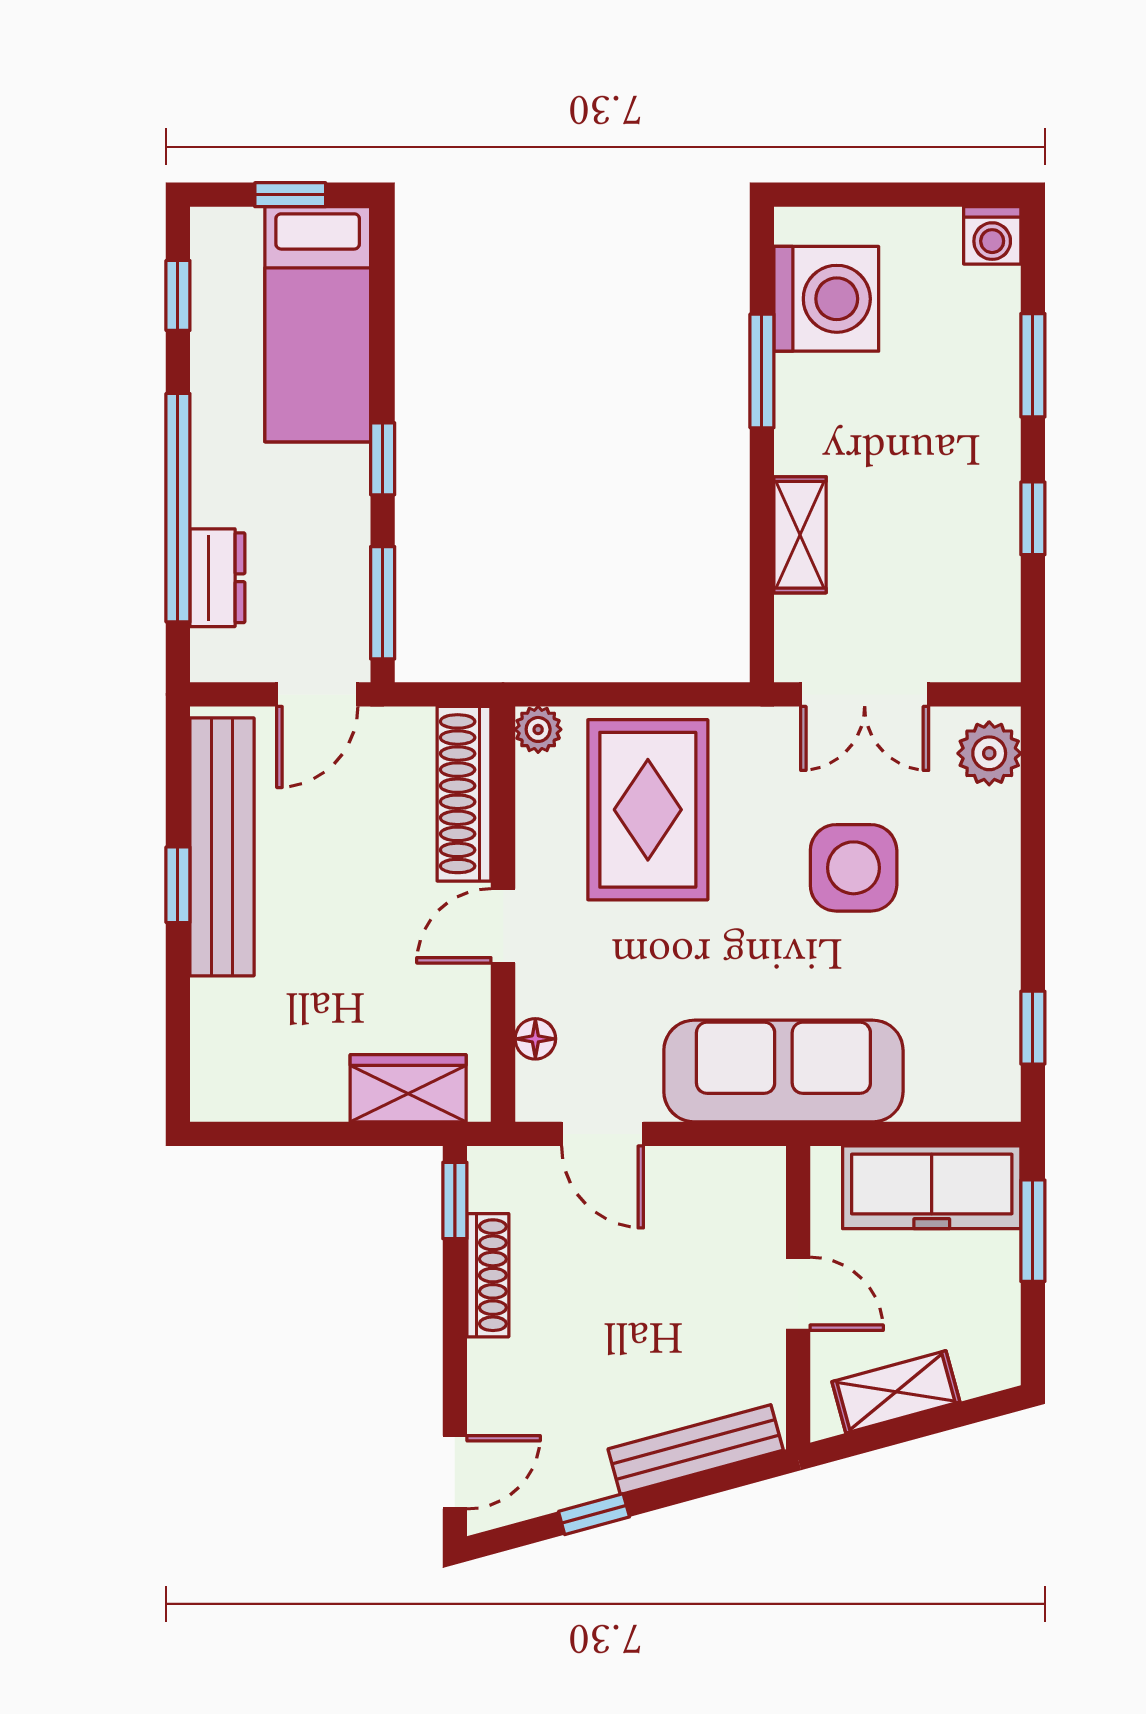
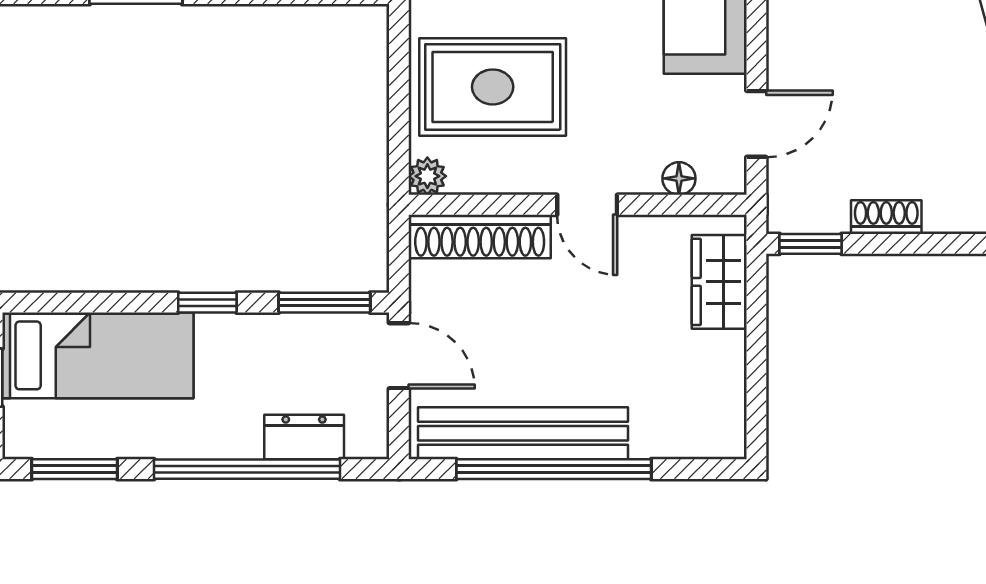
window: (178, 295) -> (74, 469), width x1.50
window: (178, 885) -> (554, 469), width x3.17
shoe rack: (488, 1275) -> (886, 217), width x0.70

